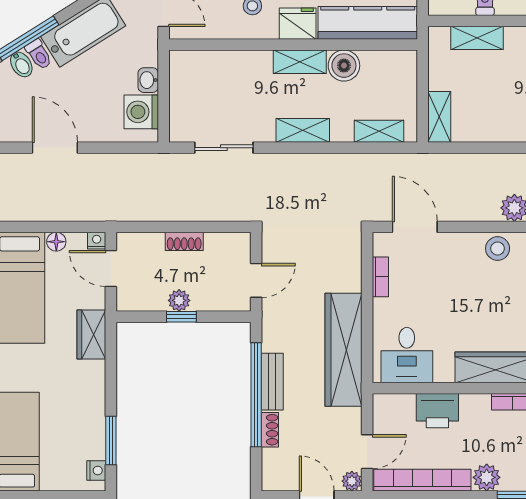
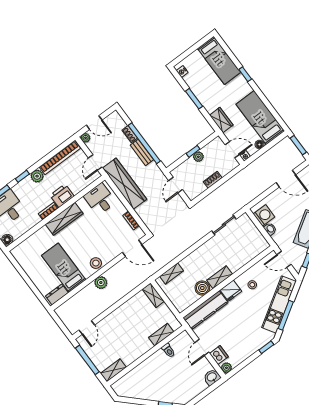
shelving: (303, 130) -> (200, 253), removed
printer: (437, 411) -> (62, 196), moved
window: (111, 440) -> (194, 99), moved
door: (367, 452) -> (95, 162), moved

